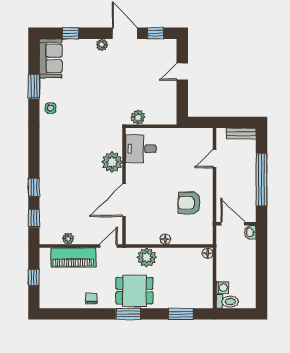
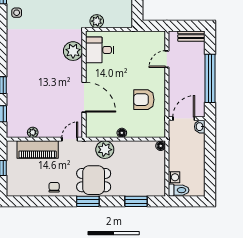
plant: (112, 162) -> (73, 51), moved
door: (124, 200) -> (84, 97), swing flipped
door: (233, 224) -> (184, 119), hinge flipped

